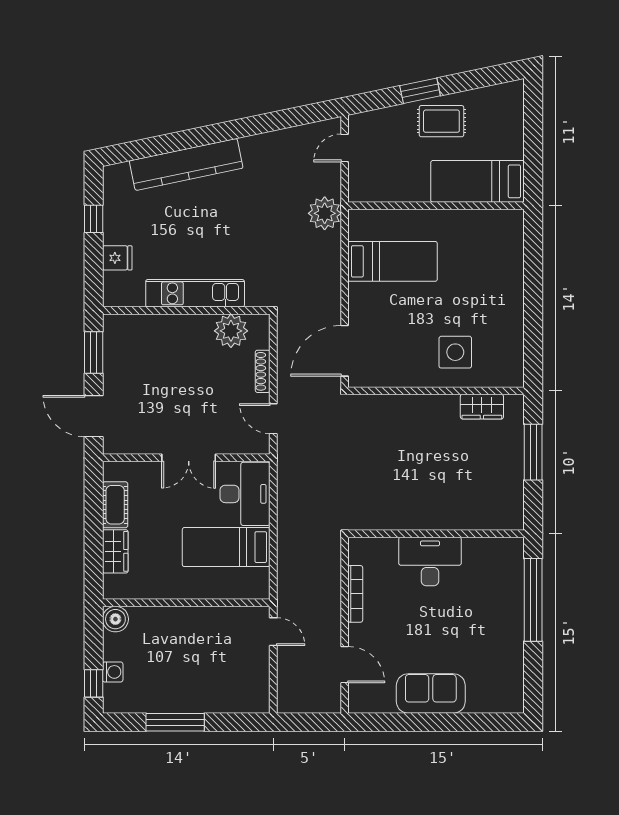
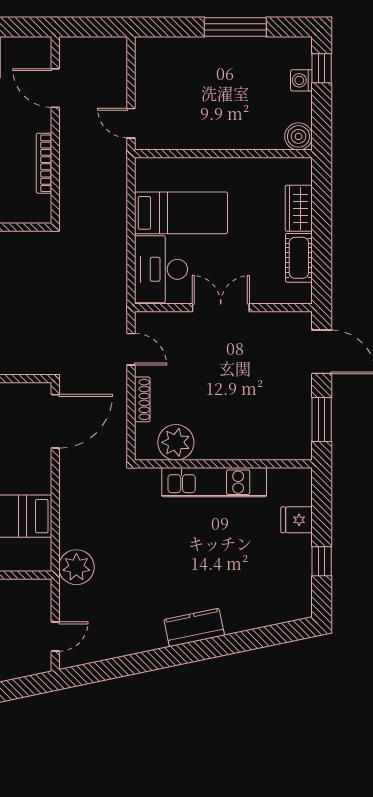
kitchen counter: (186, 164) -> (194, 627), width x0.48, depth x0.86

